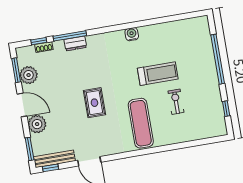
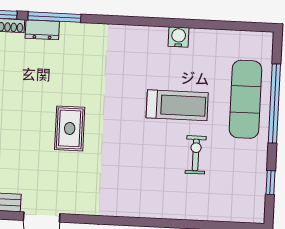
water cooler: (132, 34) -> (179, 37), moved
dresser: (75, 43) -> (42, 30), moved
exercise mat: (141, 123) -> (245, 99), moved

